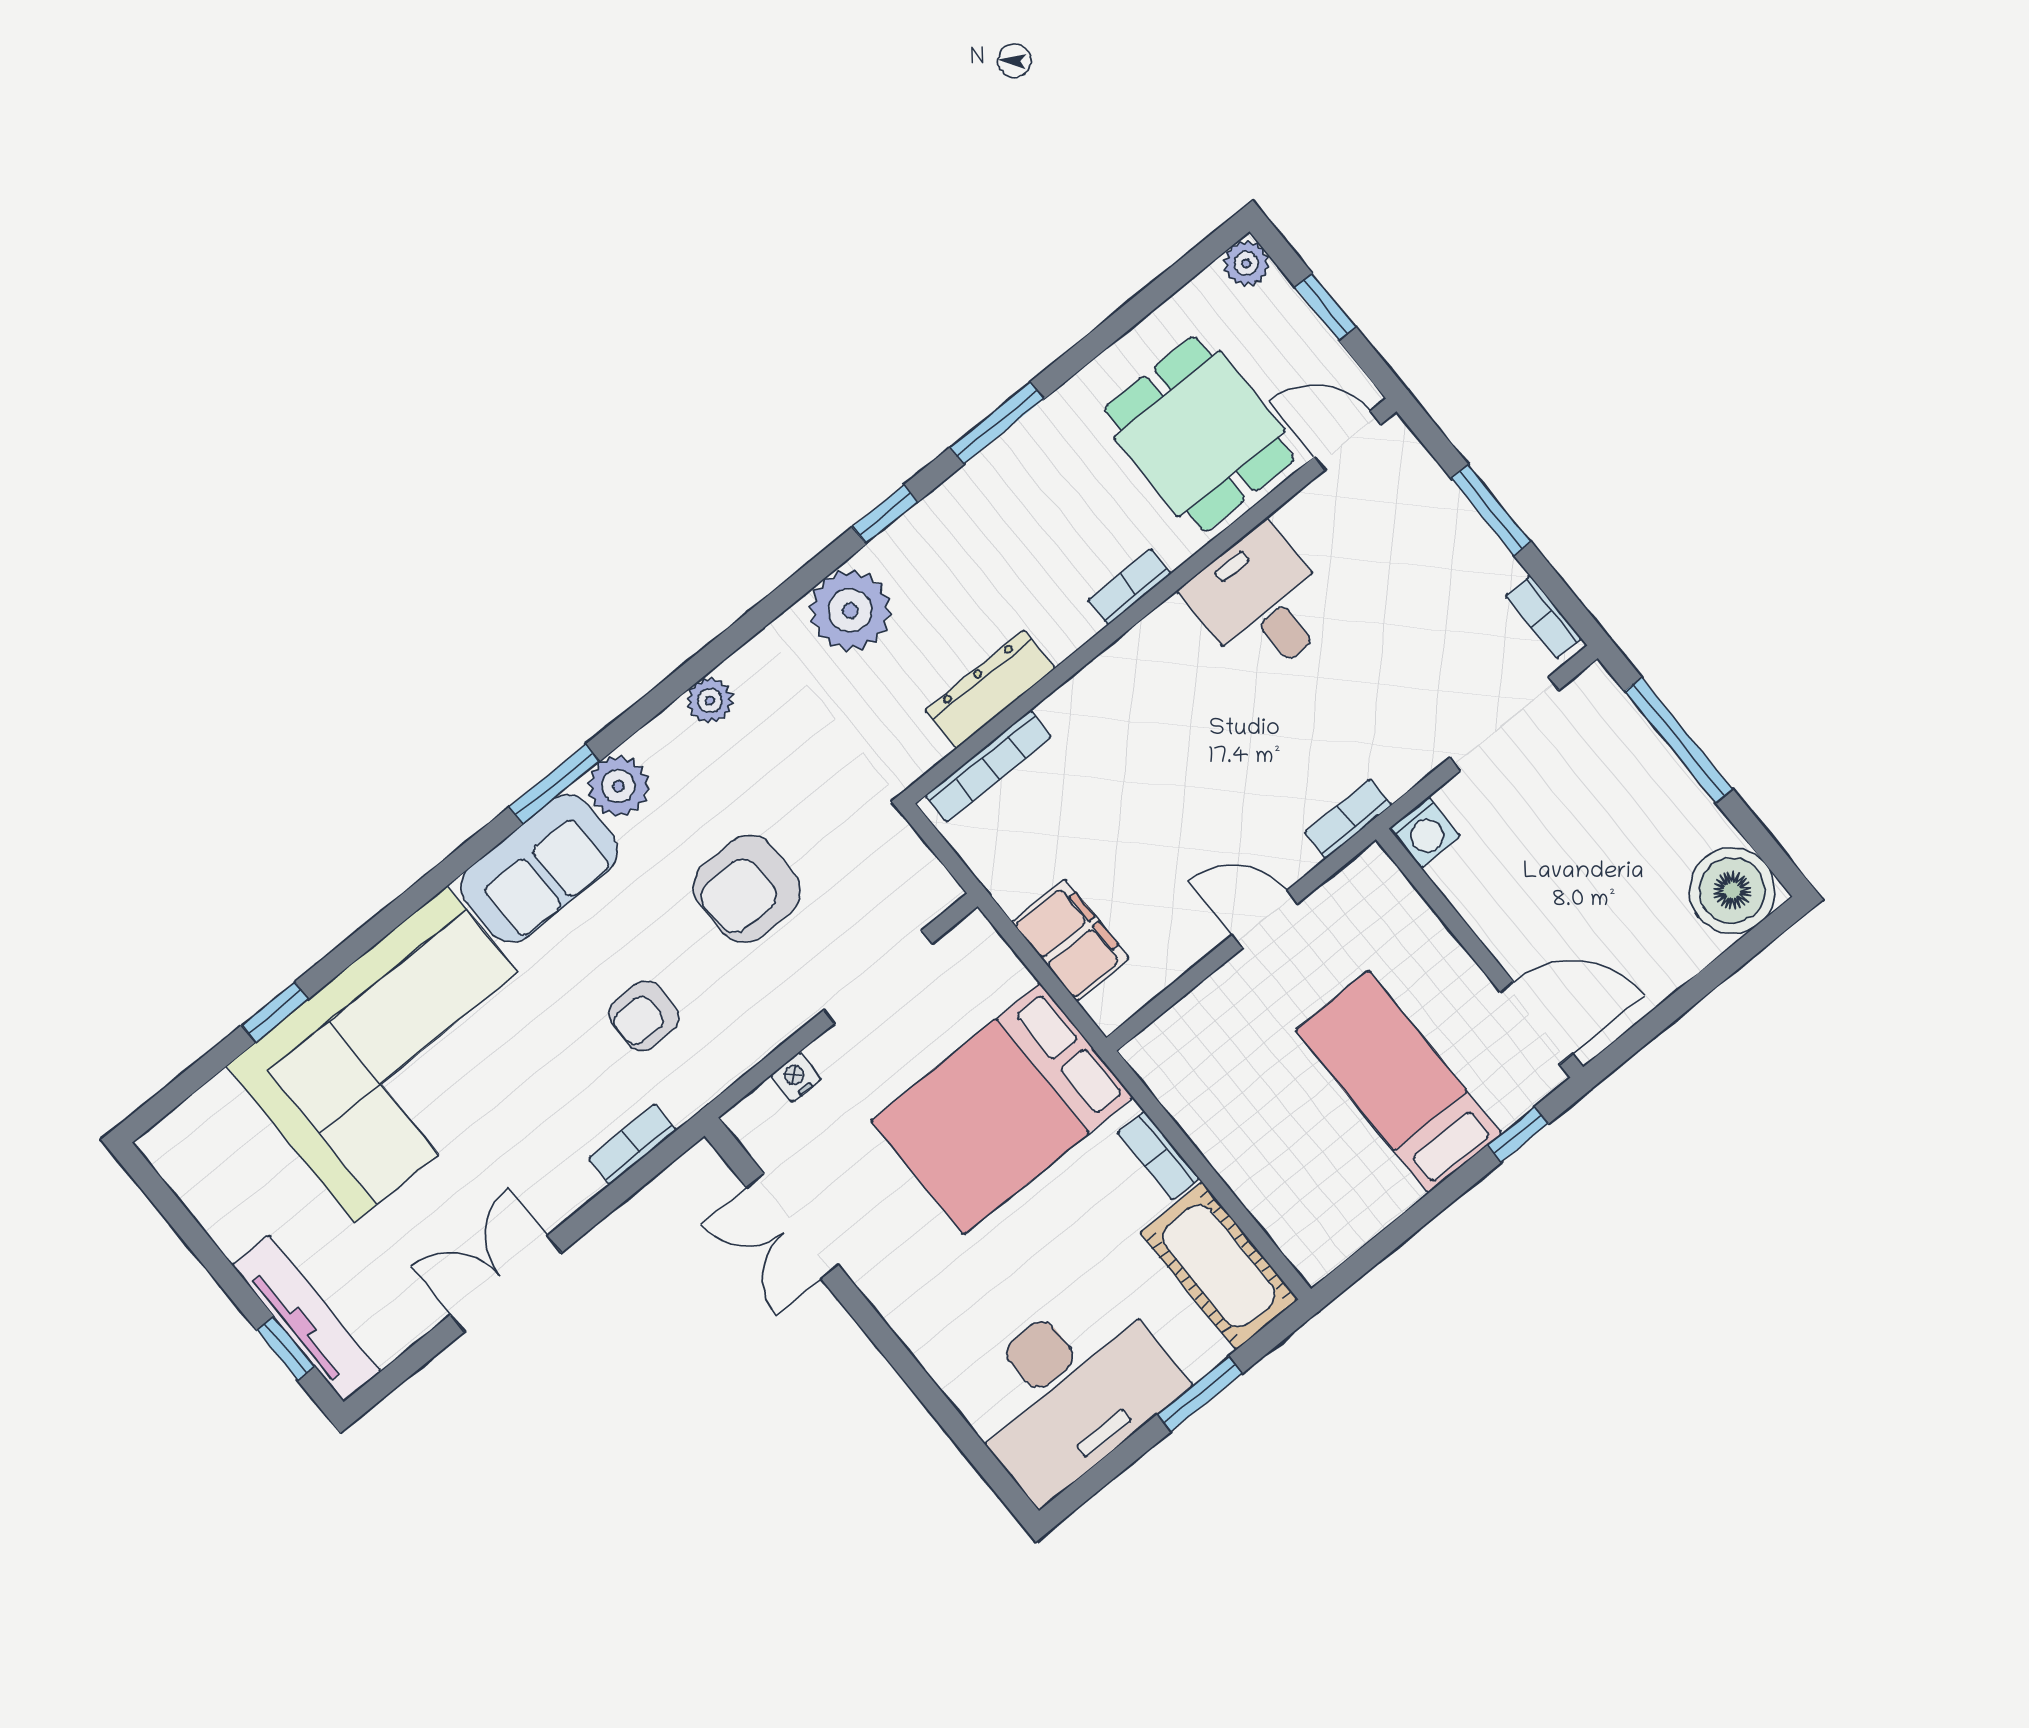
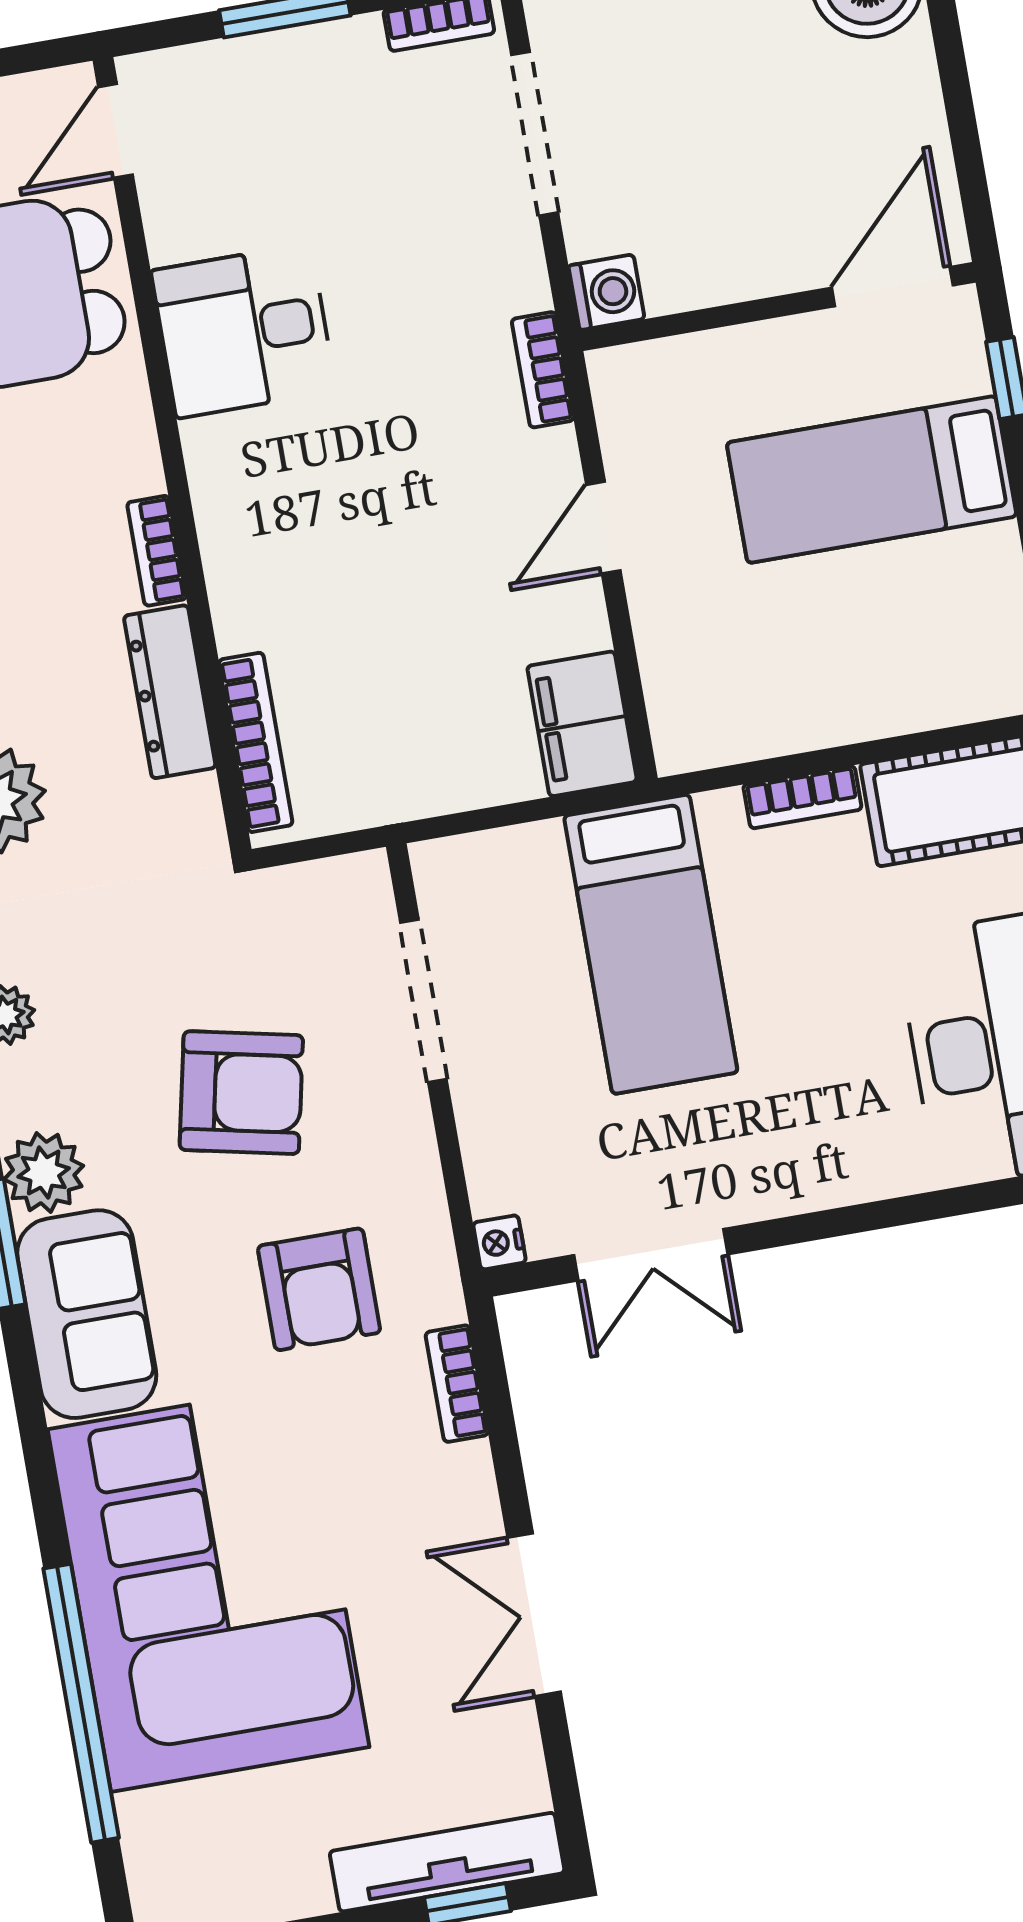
bookcase: (1129, 587) -> (157, 551), moved
armchair: (747, 889) -> (241, 1093), turned -78
filing cabinet: (1071, 940) -> (582, 724), moved, turned -90
window: (275, 1012) -> (81, 1703), width x3.17
armchair: (644, 1016) -> (319, 1289), width x1.38, depth x1.38
nightstand: (796, 1077) -> (499, 1242), moved
bed: (1002, 1109) -> (651, 944), width x0.67

